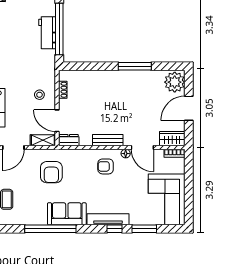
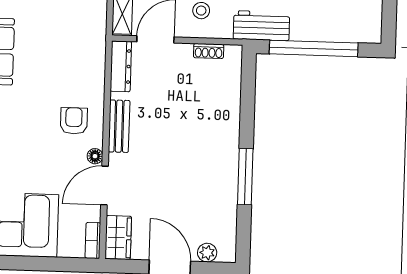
workbench: (47, 33) -> (261, 26), moved
plant: (175, 82) -> (207, 253), width x0.53, depth x0.53
dresser: (69, 140) -> (121, 66), width x1.44
armchair: (51, 172) -> (67, 27), removed

